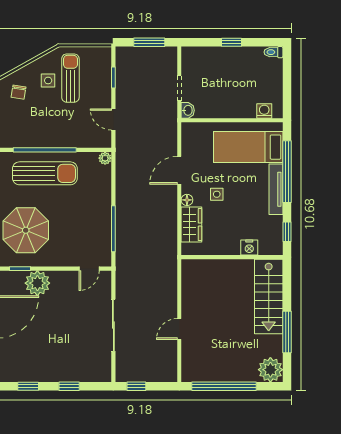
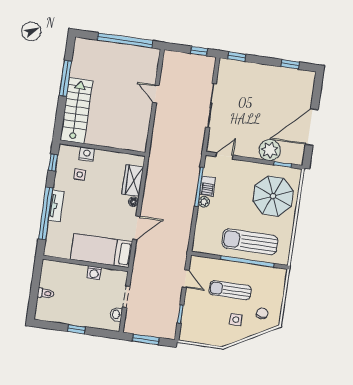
toilet: (273, 52) -> (46, 293), moved
sun lounger: (70, 78) -> (230, 290), moved, turned 90
washbasin: (188, 110) -> (116, 314), moved
washing machine: (264, 111) -> (94, 273), moved
bed: (248, 147) -> (101, 251), moved, turned 180
plant: (105, 158) -> (204, 202), moved
tv unit: (276, 189) -> (56, 206), width x0.71
side table: (217, 194) -> (80, 175), moved
barbecue: (103, 231) -> (208, 186), added
door: (179, 329) -> (156, 94), swing flipped
plant: (270, 370) -> (84, 48), removed
window: (69, 386) -> (237, 57), moved

